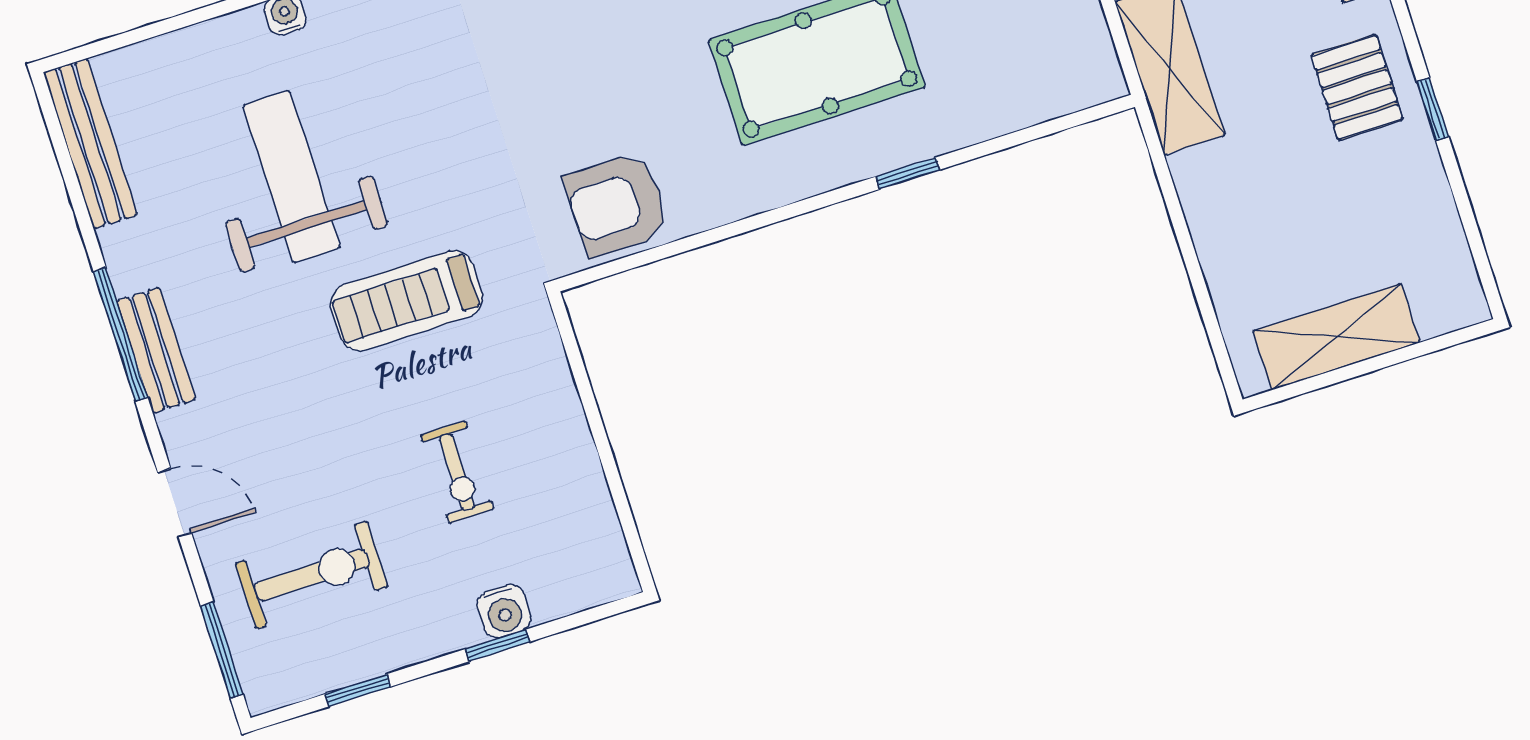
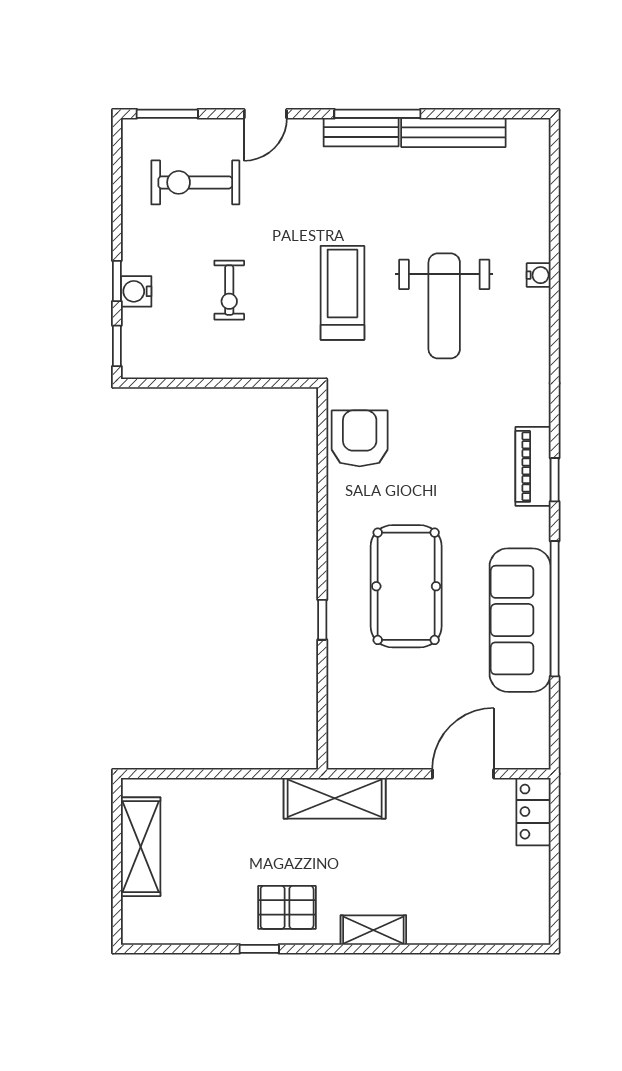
bench: (90, 144) -> (453, 132), moved
weight bench: (291, 177) -> (444, 306), moved, turned 90
exercise bike: (457, 472) -> (229, 290), turned -90
exercise bike: (312, 575) -> (195, 182), turned 90
window: (358, 690) -> (117, 346), moved

